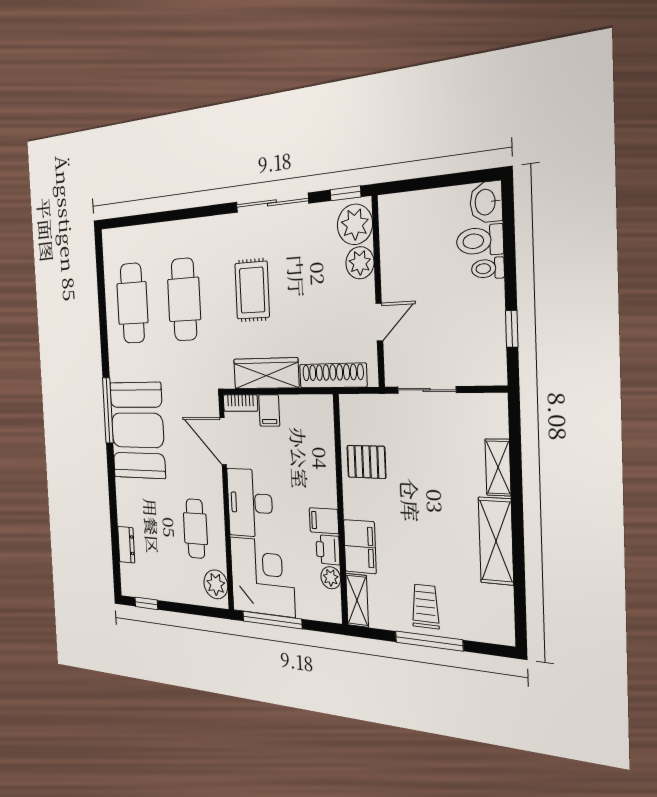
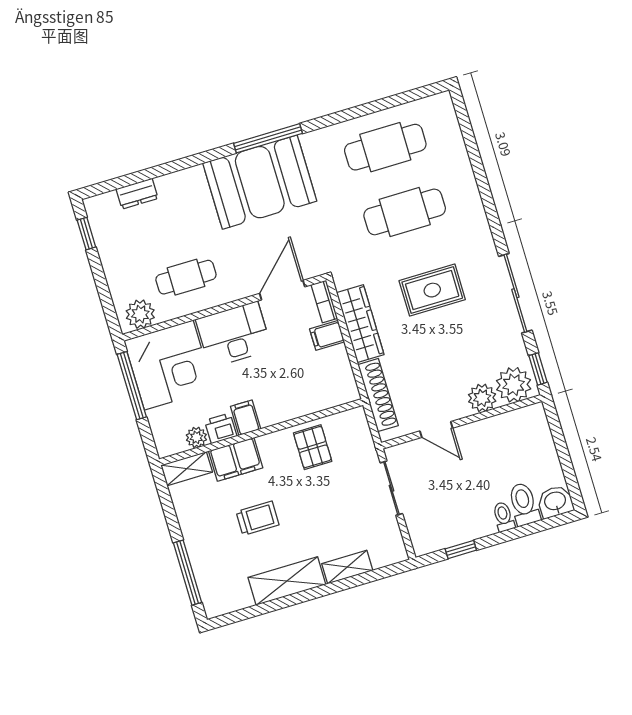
trolley: (425, 606) -> (258, 518), moved
window: (429, 641) -> (187, 573), moved

